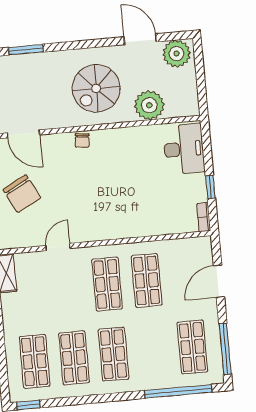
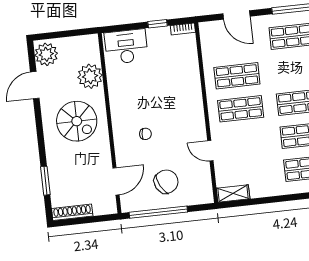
chair: (82, 140) -> (145, 134), moved

